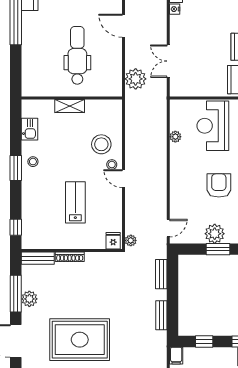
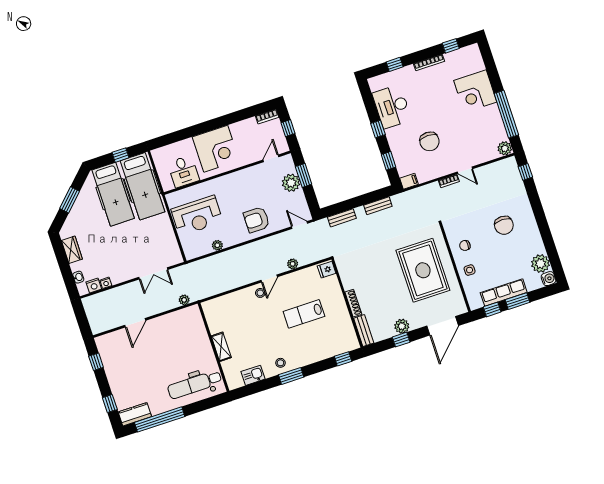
dental chair: (77, 55) -> (195, 385), moved
plant: (136, 79) -> (184, 300), width x0.53, depth x0.53
stool: (101, 144) -> (246, 308), removed
armchair: (219, 185) -> (256, 220), moved
plant: (131, 240) -> (293, 264), moved
window: (16, 294) -> (401, 340), width x0.46

